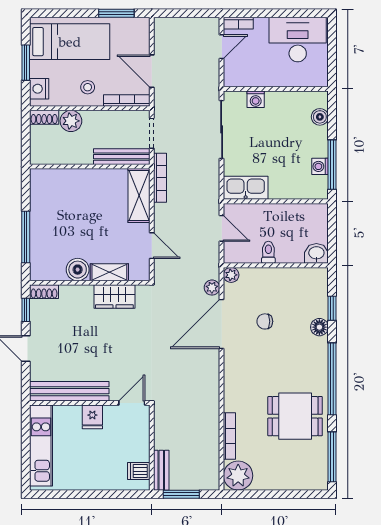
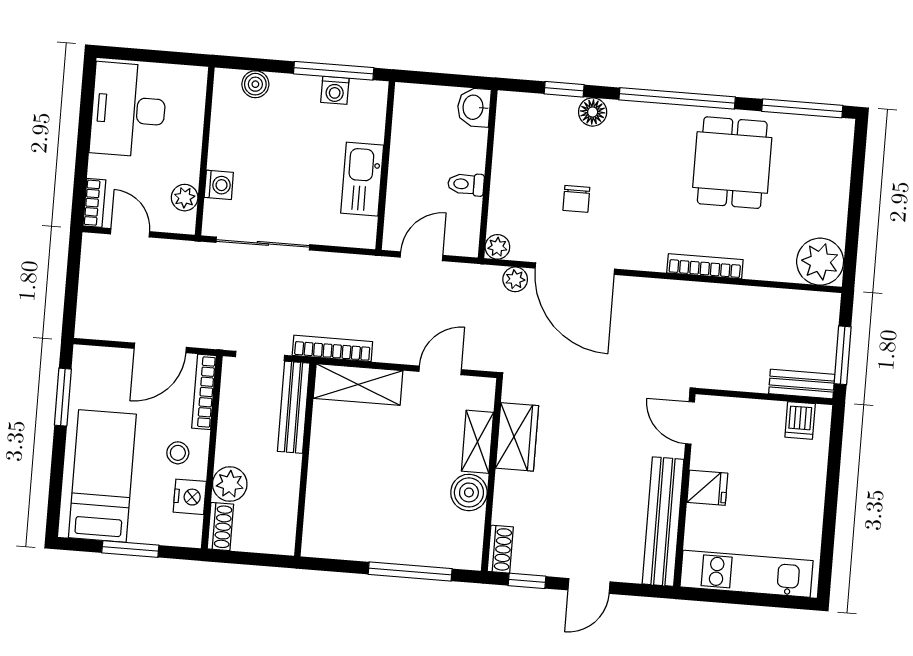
plant: (246, 79) -> (185, 198), added
nightstand: (39, 89) -> (190, 497), moved, turned -90
kitchen sink: (246, 188) -> (362, 179), moved
bookcase: (229, 436) -> (705, 266), moved

